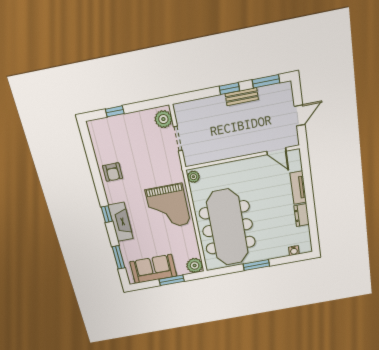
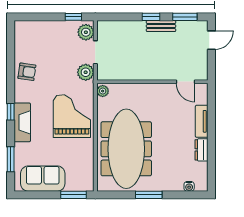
window: (115, 111) -> (73, 17), moved
door: (300, 115) -> (211, 40), moved
armchair: (113, 172) -> (27, 72), turned -82
grand piano: (168, 207) -> (72, 116), turned 180
plant: (195, 265) -> (86, 72), moved
window: (172, 280) -> (74, 195), moved

